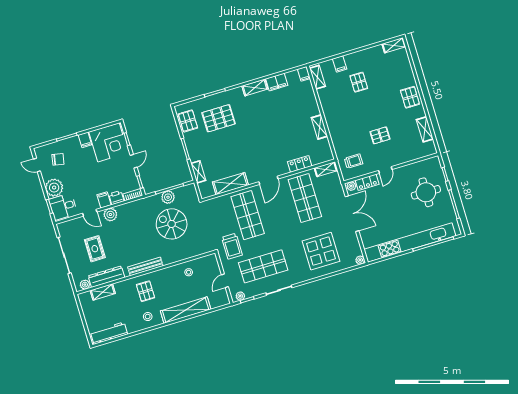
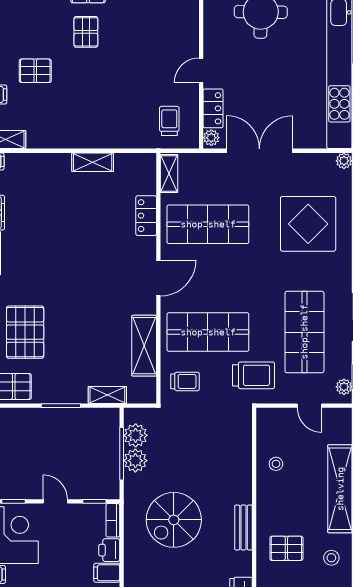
pallet: (380, 135) -> (86, 32), moved
door: (385, 170) -> (201, 70), swing flipped
door: (268, 180) -> (158, 278), hinge flipped
trolley: (218, 211) -> (185, 381), added
plant: (110, 215) -> (136, 435), moved
spiral stairs: (172, 224) -> (174, 520), moved
bench: (145, 266) -> (243, 527), width x0.73

